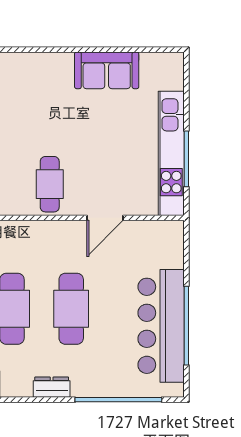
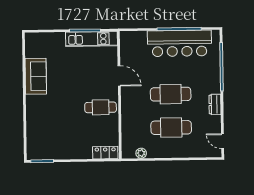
kitchen unit: (171, 153) -> (91, 39), width x0.73

